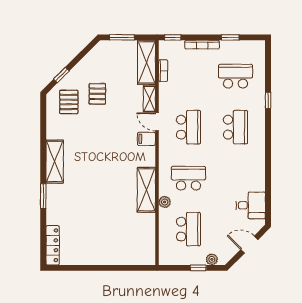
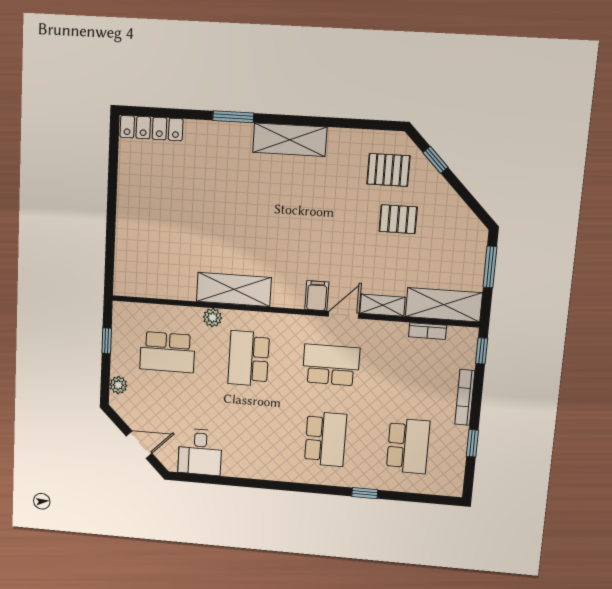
school desk: (188, 127) -> (331, 365), turned 180
school desk: (235, 127) -> (326, 439), turned -90
school desk: (188, 178) -> (249, 359), turned 180
door: (249, 245) -> (139, 445), hinge flipped
window: (198, 268) -> (107, 341), moved

